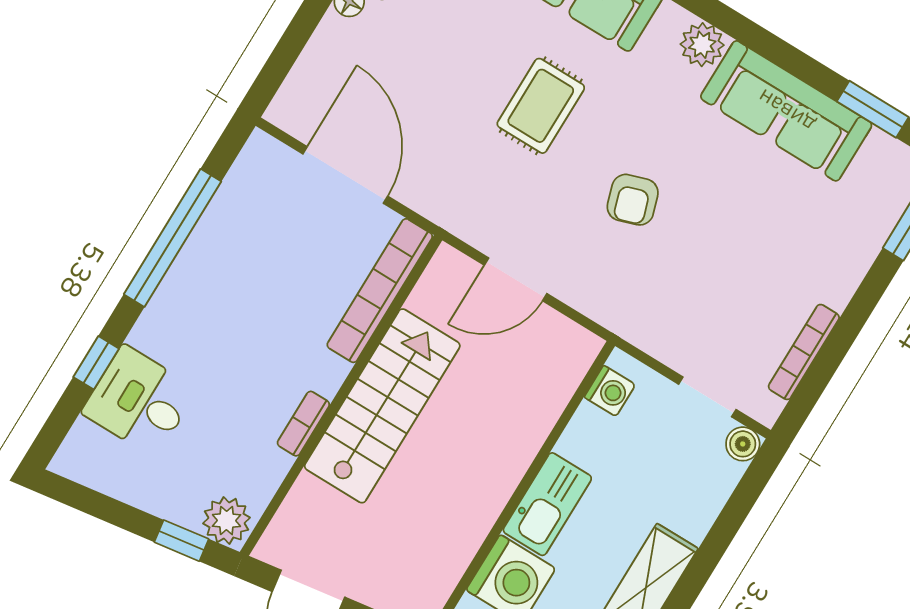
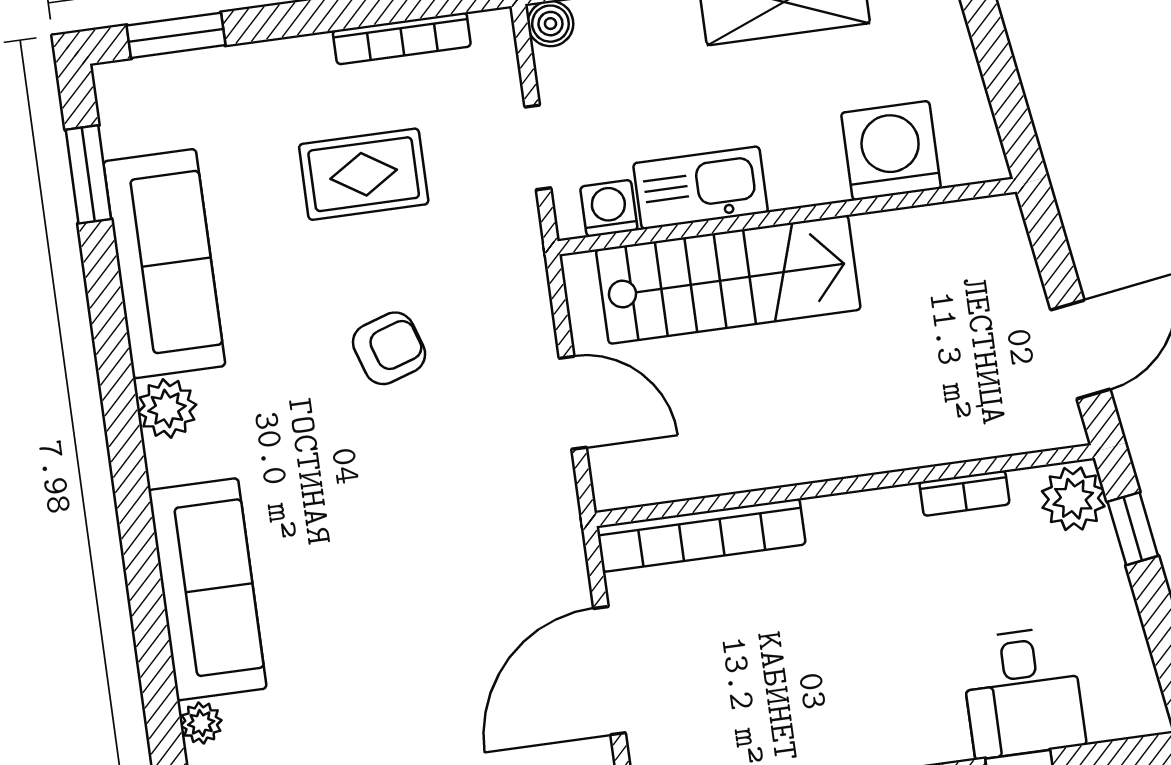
rug: (541, 106) -> (364, 174), moved
doorway: (707, 397) -> (538, 147), moved
stairs: (382, 406) -> (728, 280), moved, turned 180
bookcase: (303, 424) -> (964, 493), moved
kitchen sink: (547, 504) -> (701, 188), moved

